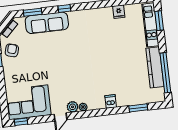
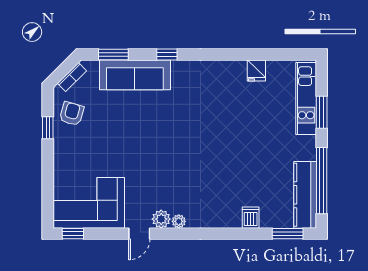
window: (159, 21) -> (322, 112), moved
kitchen counter: (155, 67) -> (305, 195), moved
dishwasher: (111, 101) -> (251, 218), moved
window: (138, 108) -> (288, 234), moved

